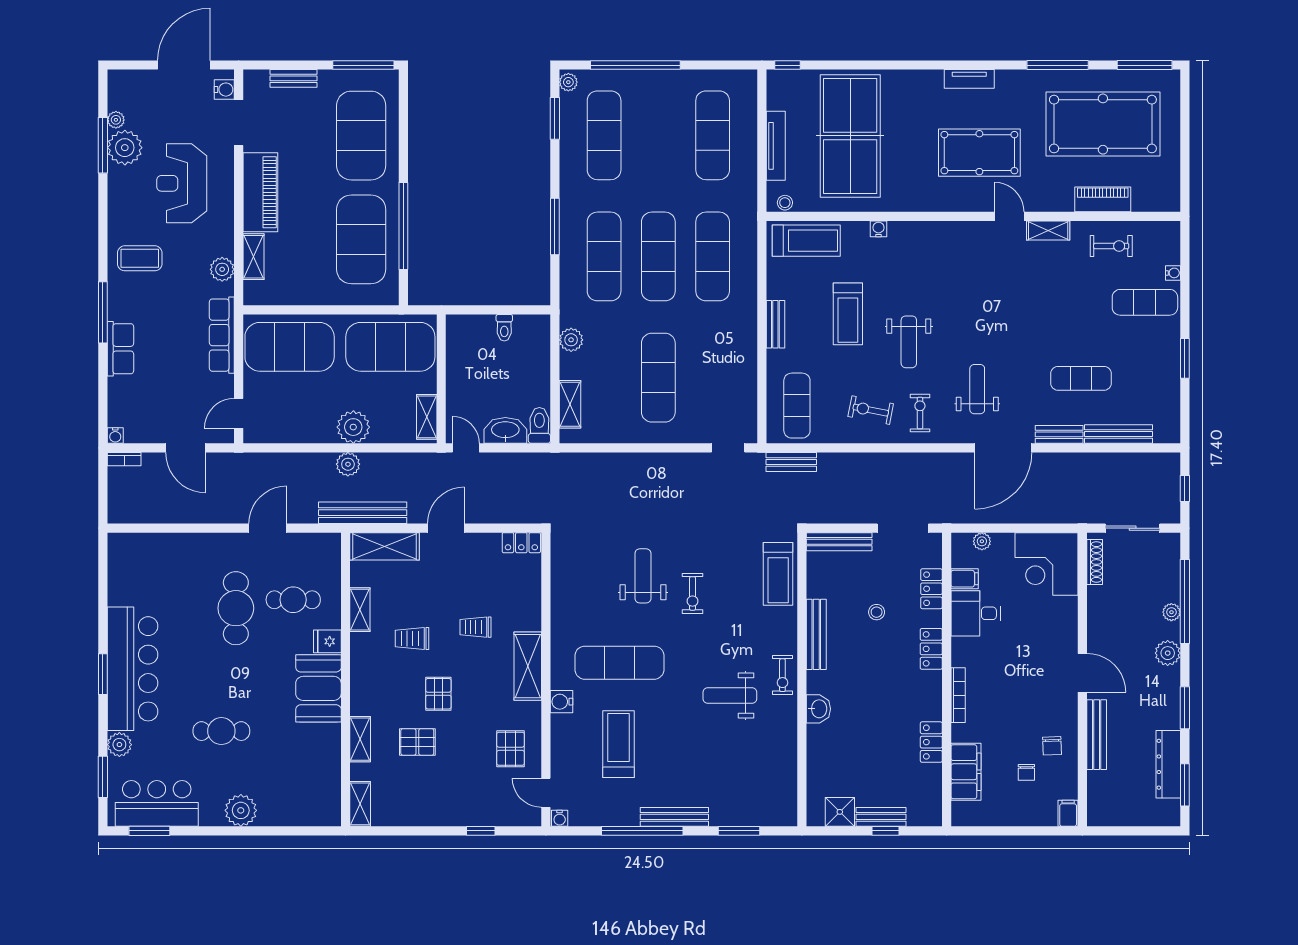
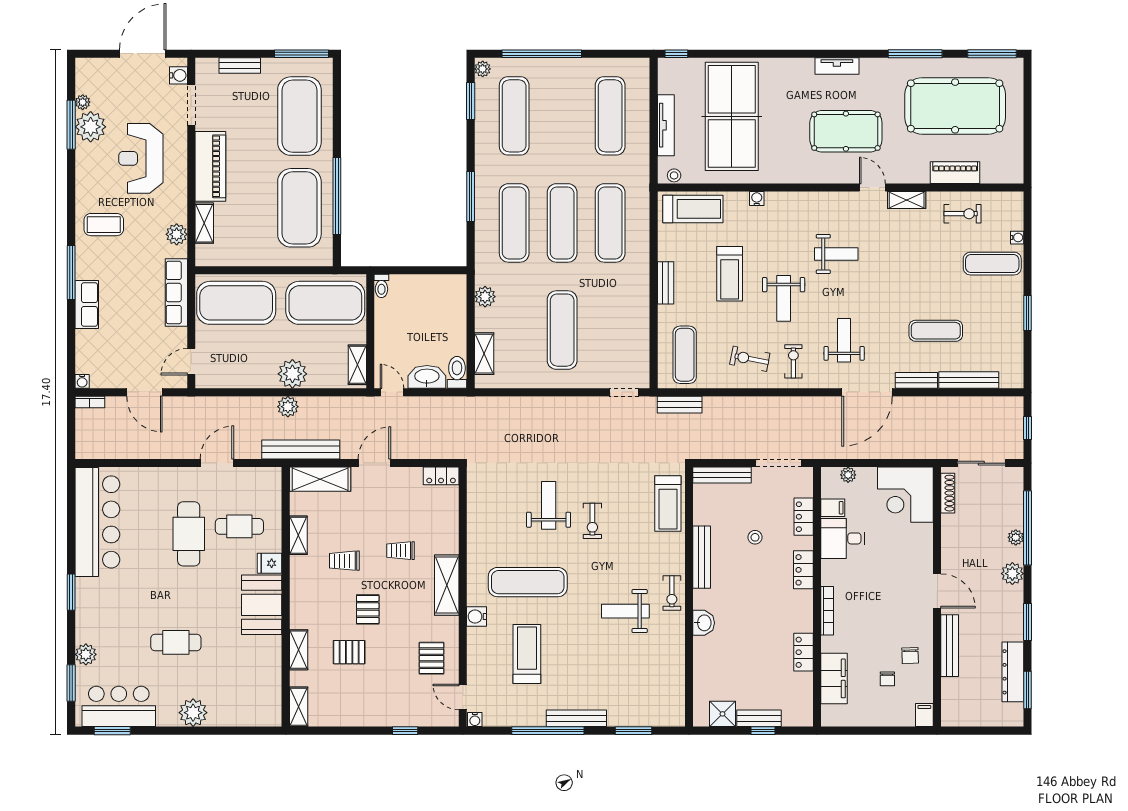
weight bench: (968, 292) -> (836, 254), added
toilet: (504, 328) -> (381, 286), moved
bar counter: (133, 669) -> (97, 522), moved

